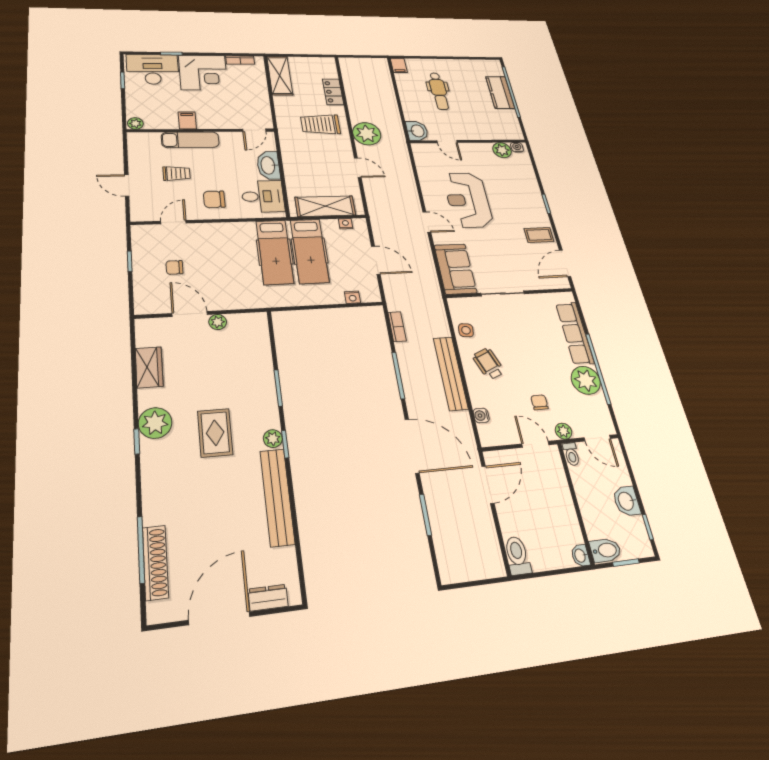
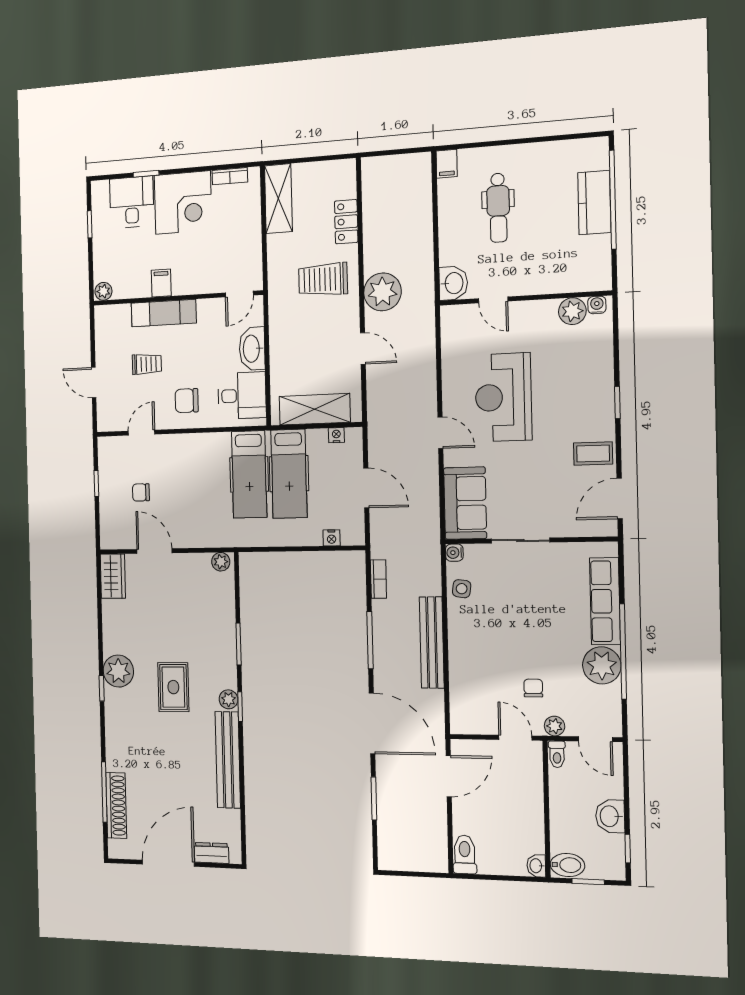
desk: (153, 69) -> (132, 202), width x0.73
plant: (218, 322) -> (221, 562), moved
wheelchair: (488, 364) -> (481, 634), removed
wardrobe: (149, 367) -> (113, 576), moved
water cooler: (481, 415) -> (454, 553), moved

